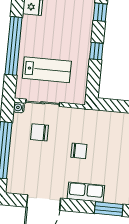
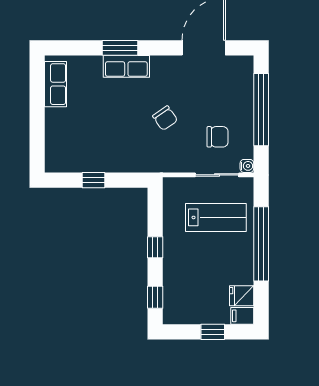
lab bench: (47, 70) -> (216, 217), turned 180
chair: (79, 151) -> (165, 118), turned -125
row of seats: (86, 192) -> (126, 66), moved

